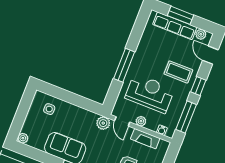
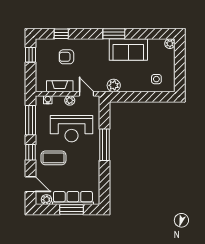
plant: (103, 123) -> (114, 85), moved

